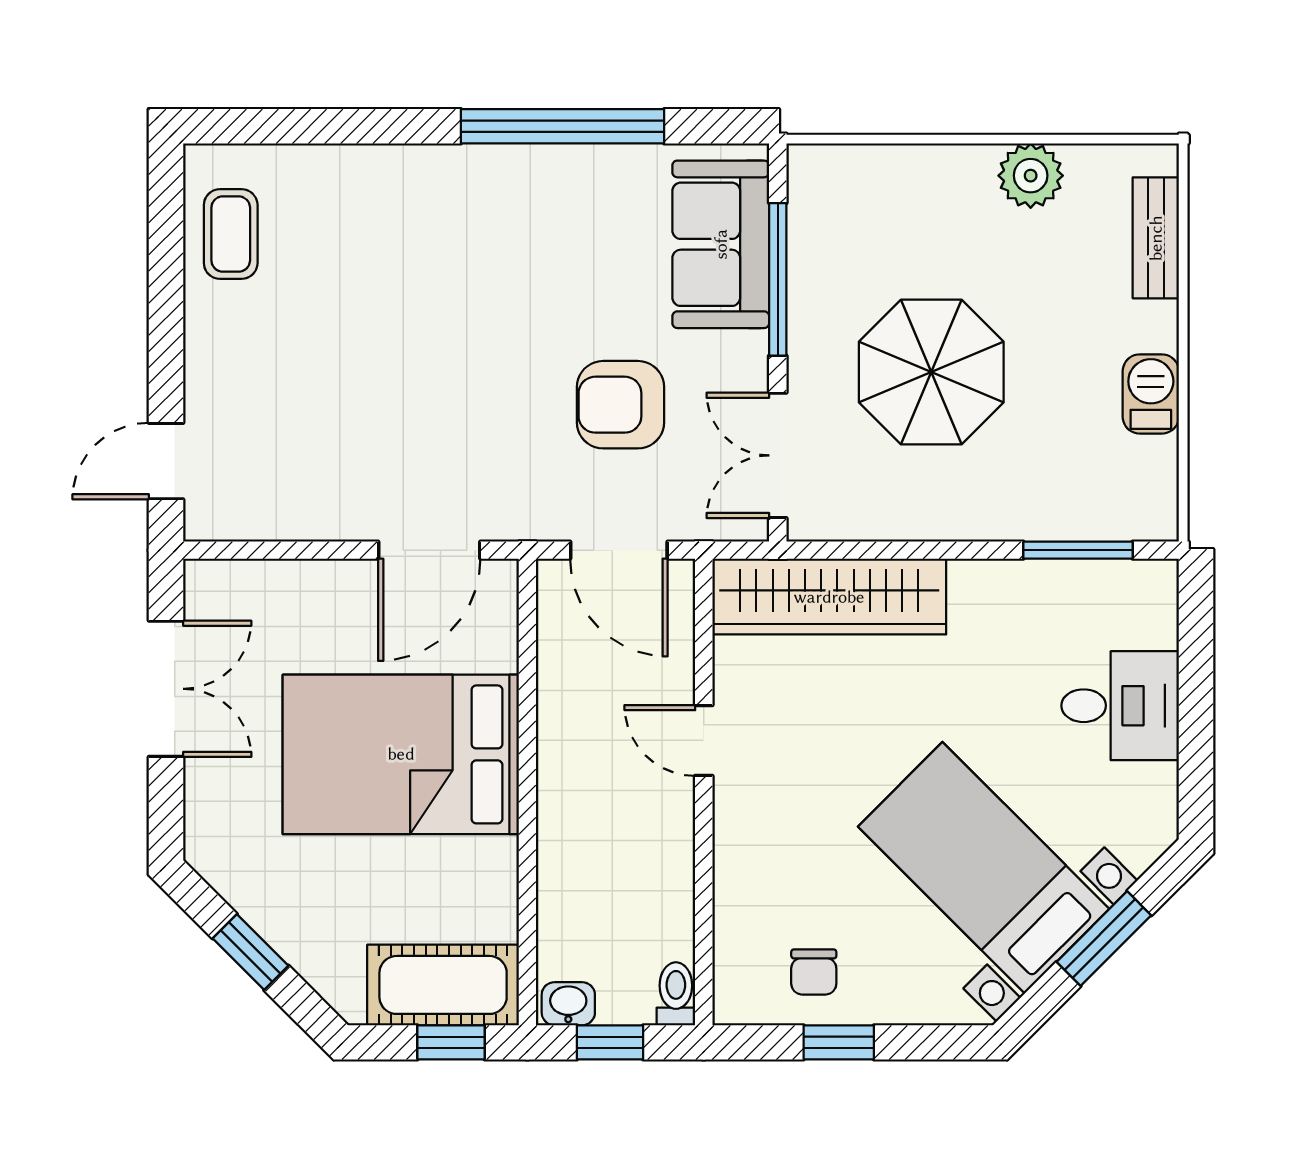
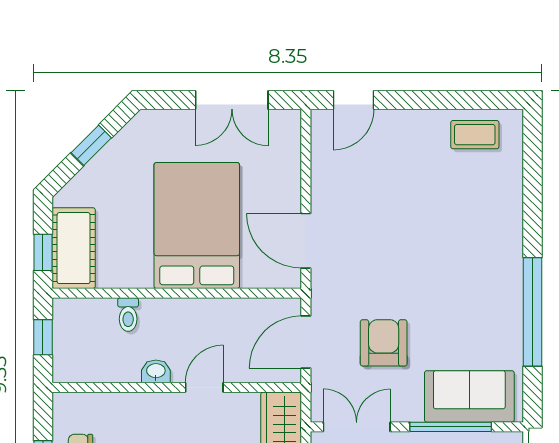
door: (166, 461) -> (353, 100), swing flipped
toilet: (676, 994) -> (128, 315), moved, turned 90
washbasin: (568, 1004) -> (156, 371), moved, turned -90

